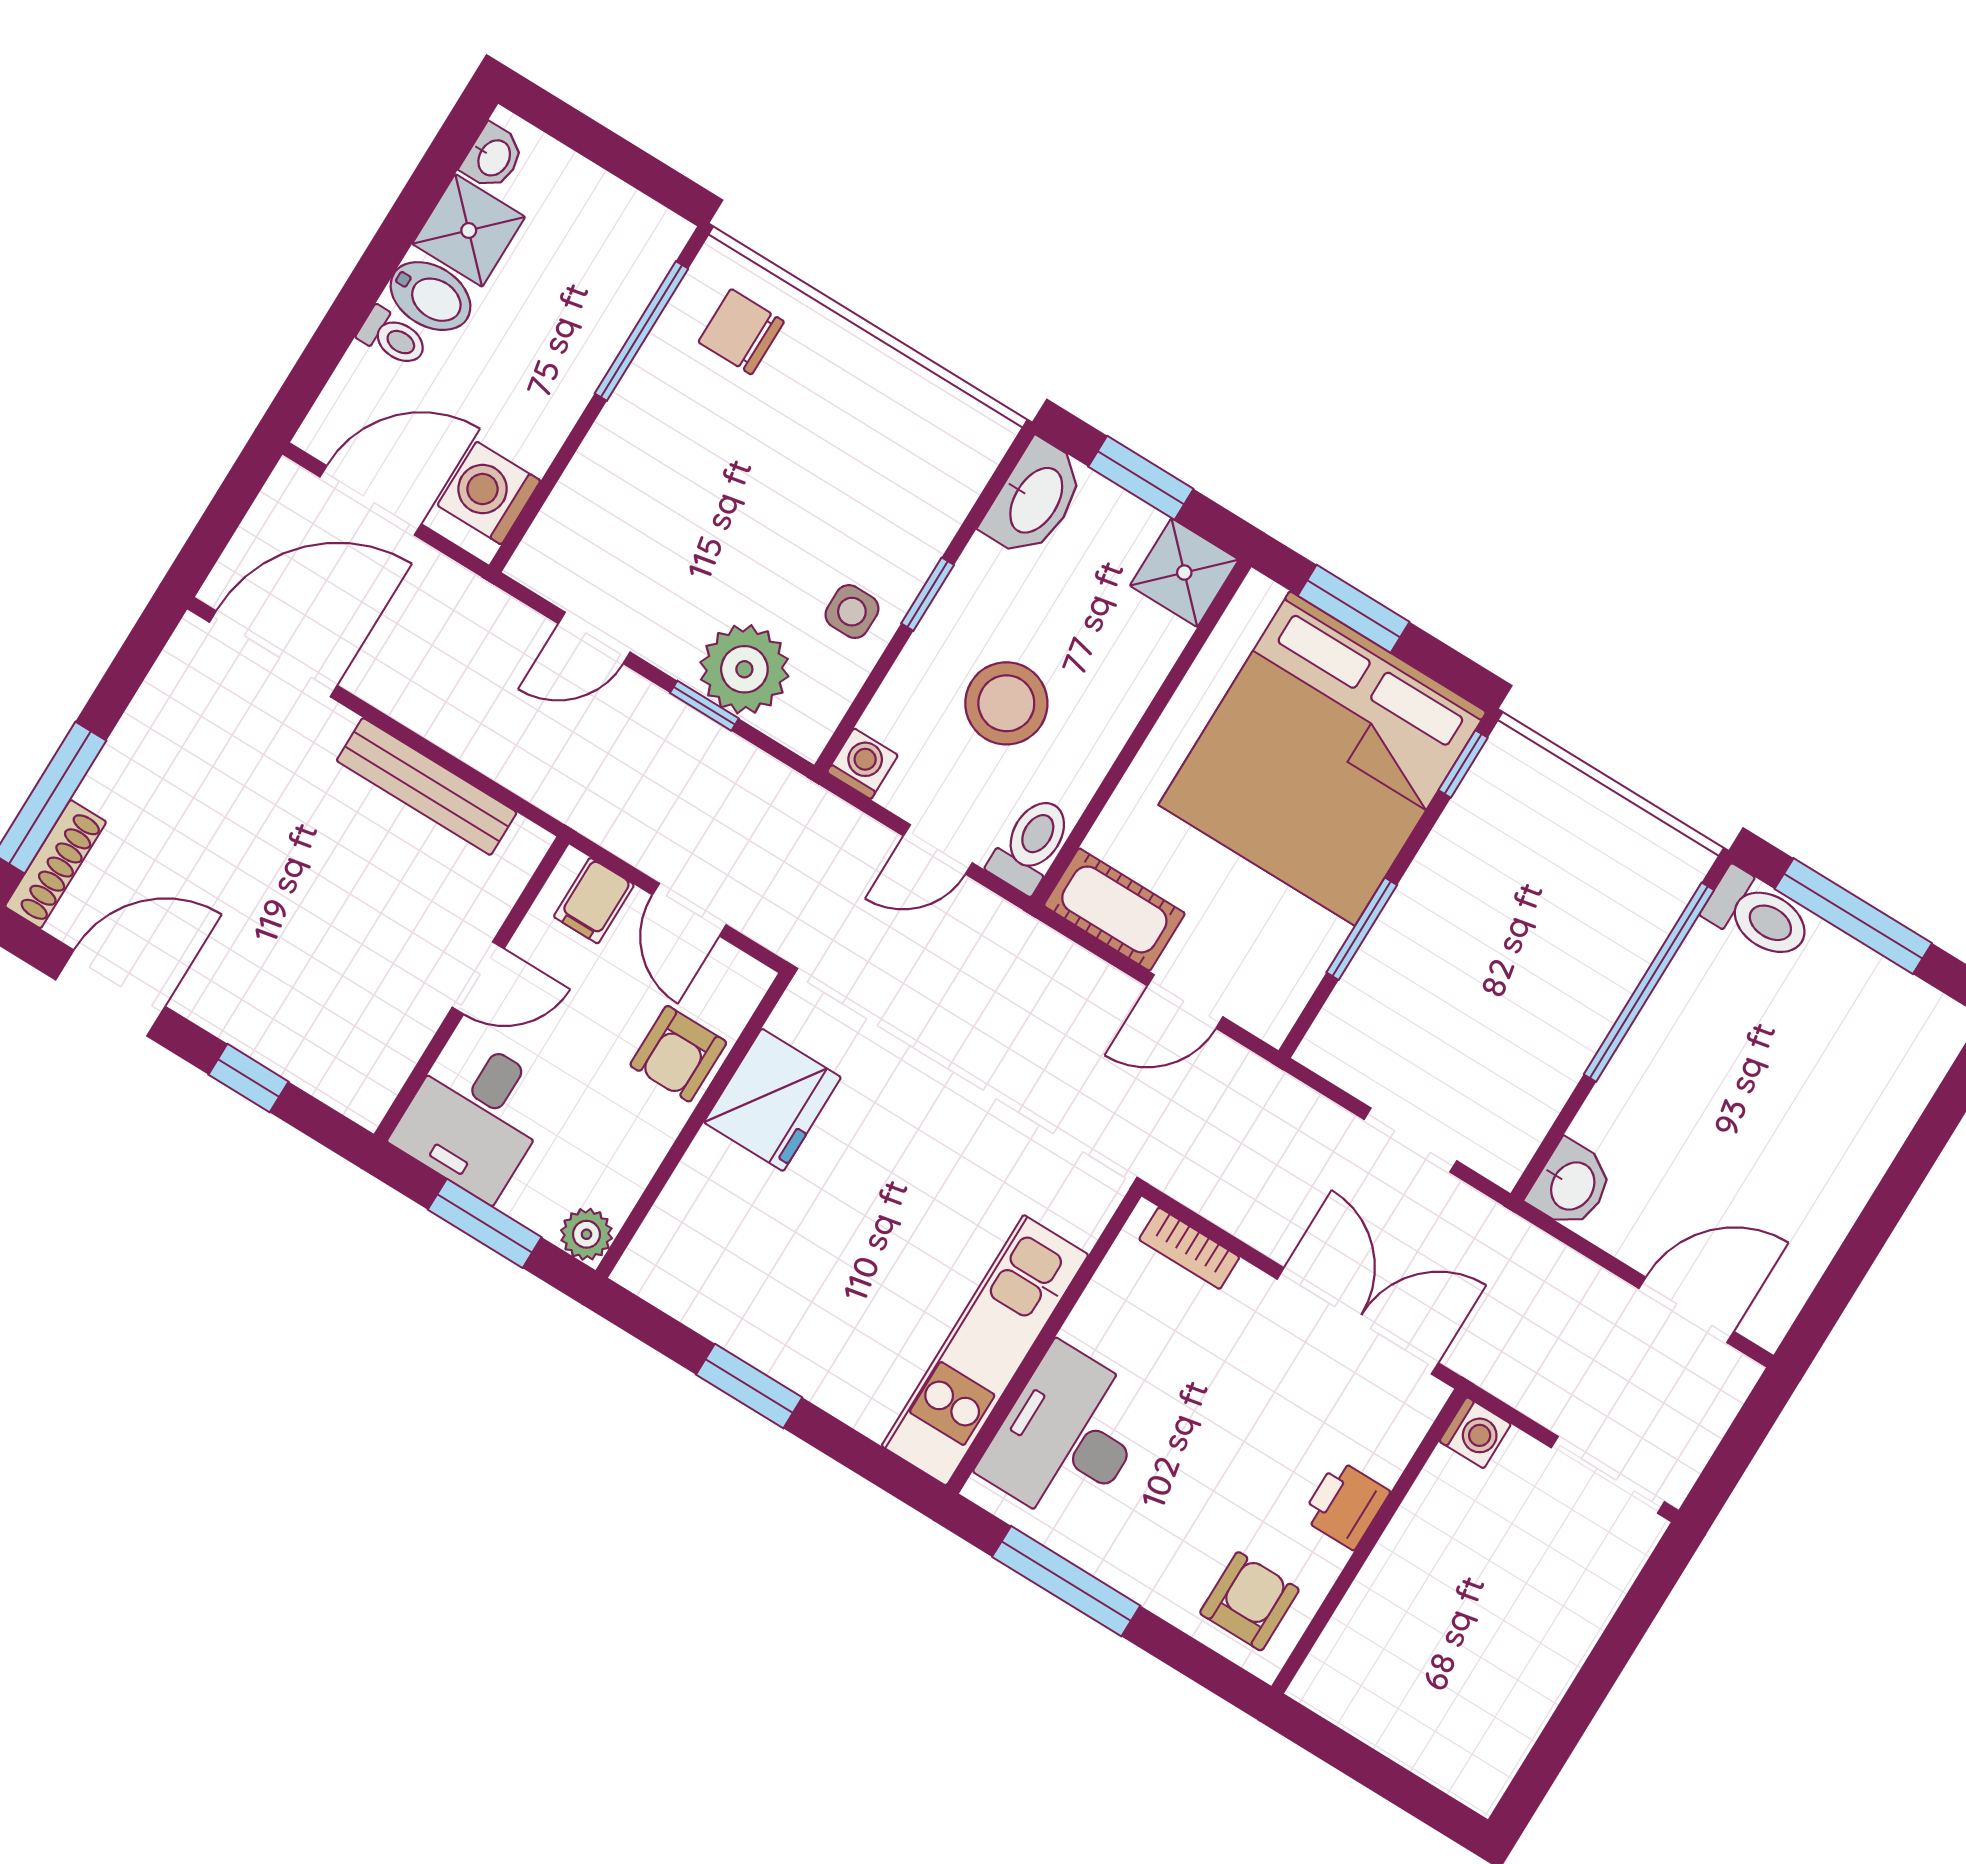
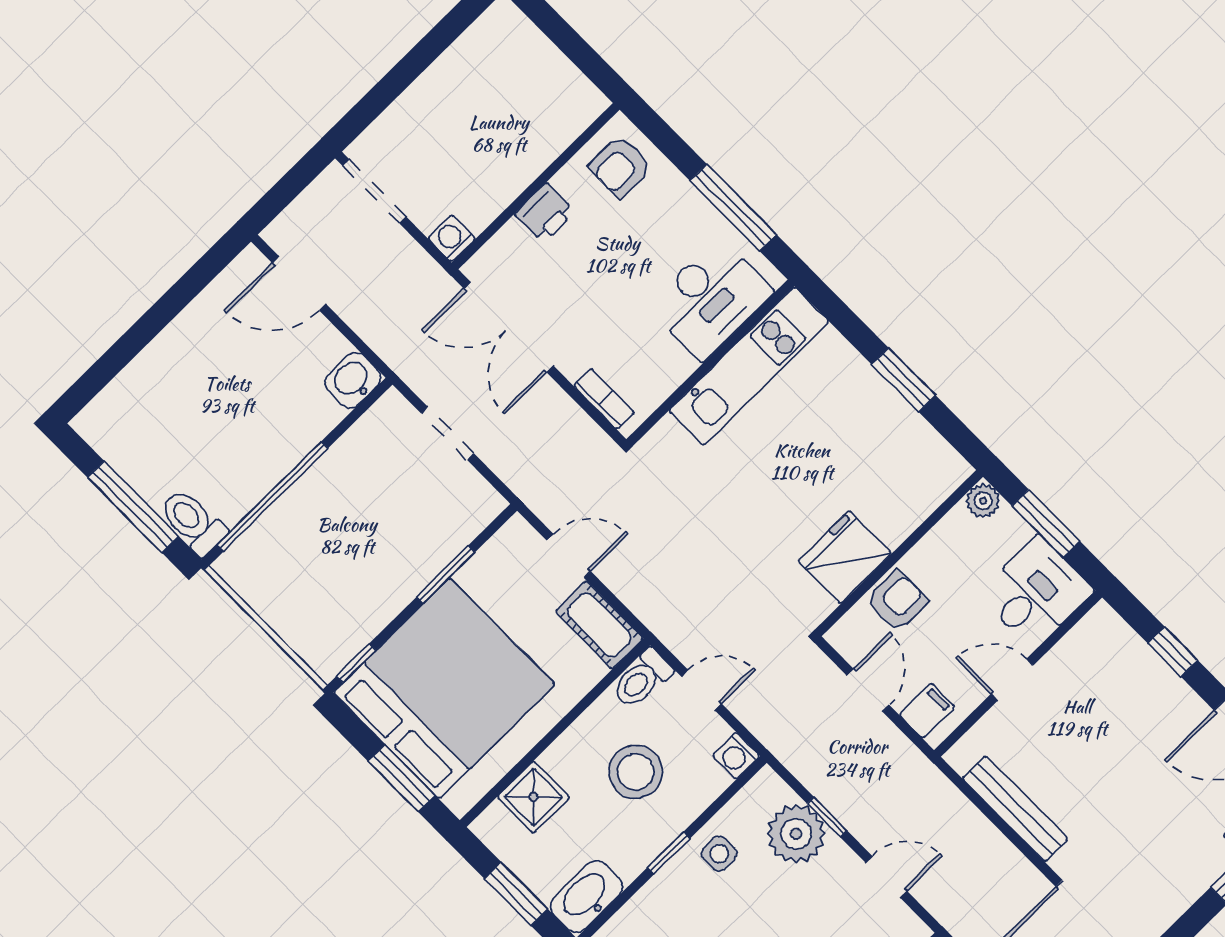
shower: (1184, 573) -> (533, 797), moved

